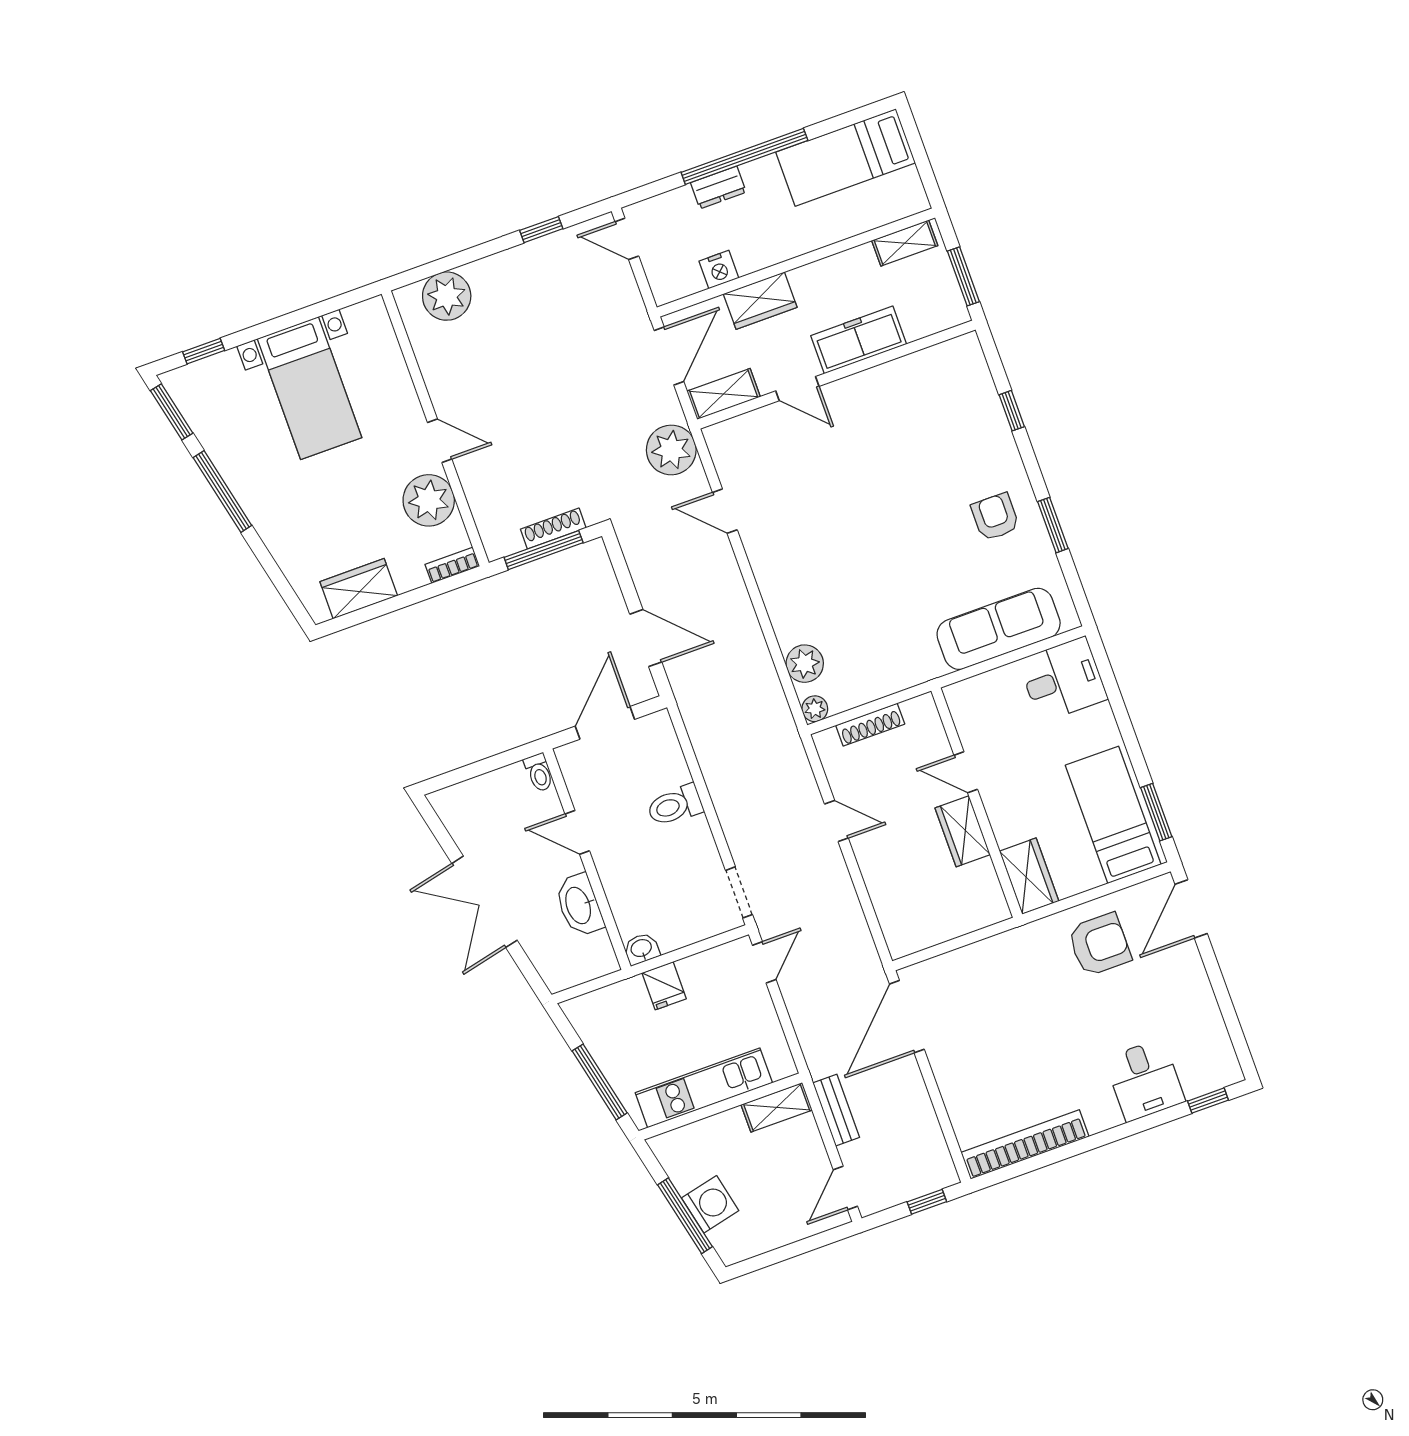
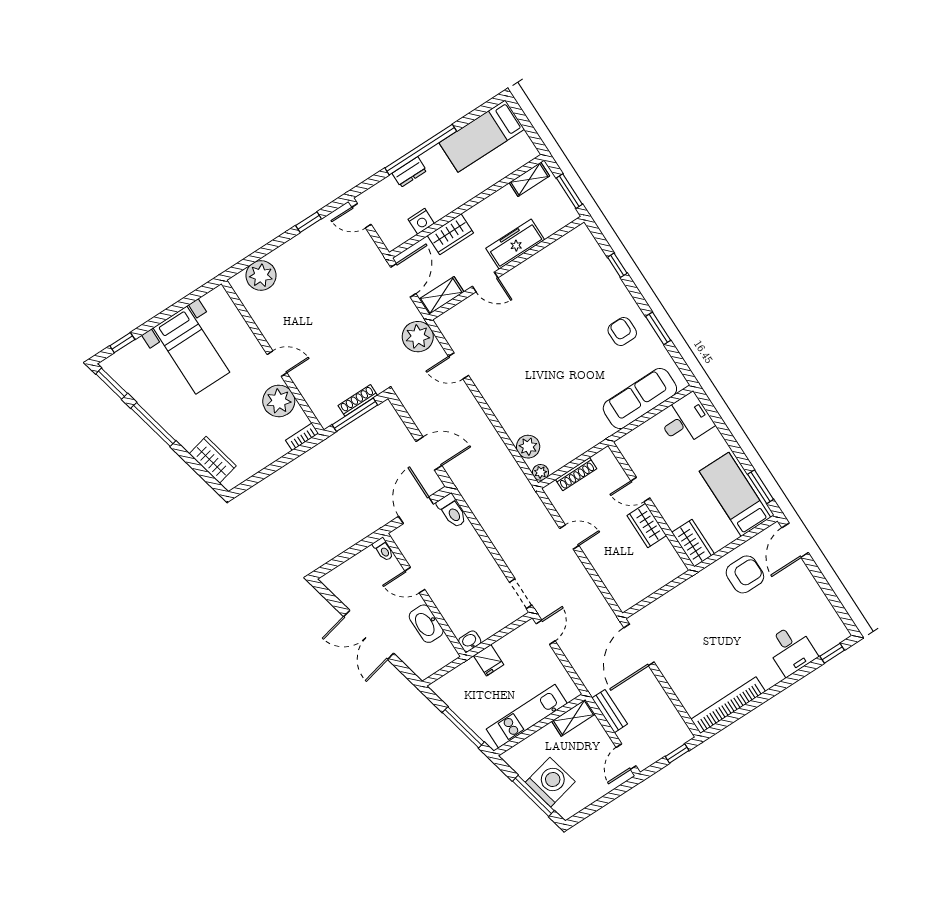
wardrobe: (359, 589) -> (213, 460), moved, turned 77
toilet: (675, 805) -> (452, 511), moved, turned -90
washing machine: (710, 1204) -> (550, 782), width x1.37, depth x1.37

